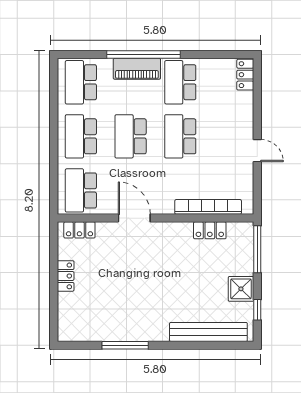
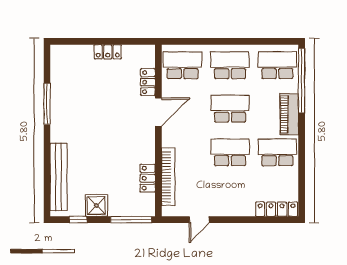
window: (144, 55) -> (302, 80), moved
locker: (245, 75) -> (276, 209), width x1.53
door: (257, 151) -> (199, 220), moved
locker: (79, 230) -> (148, 82), moved

